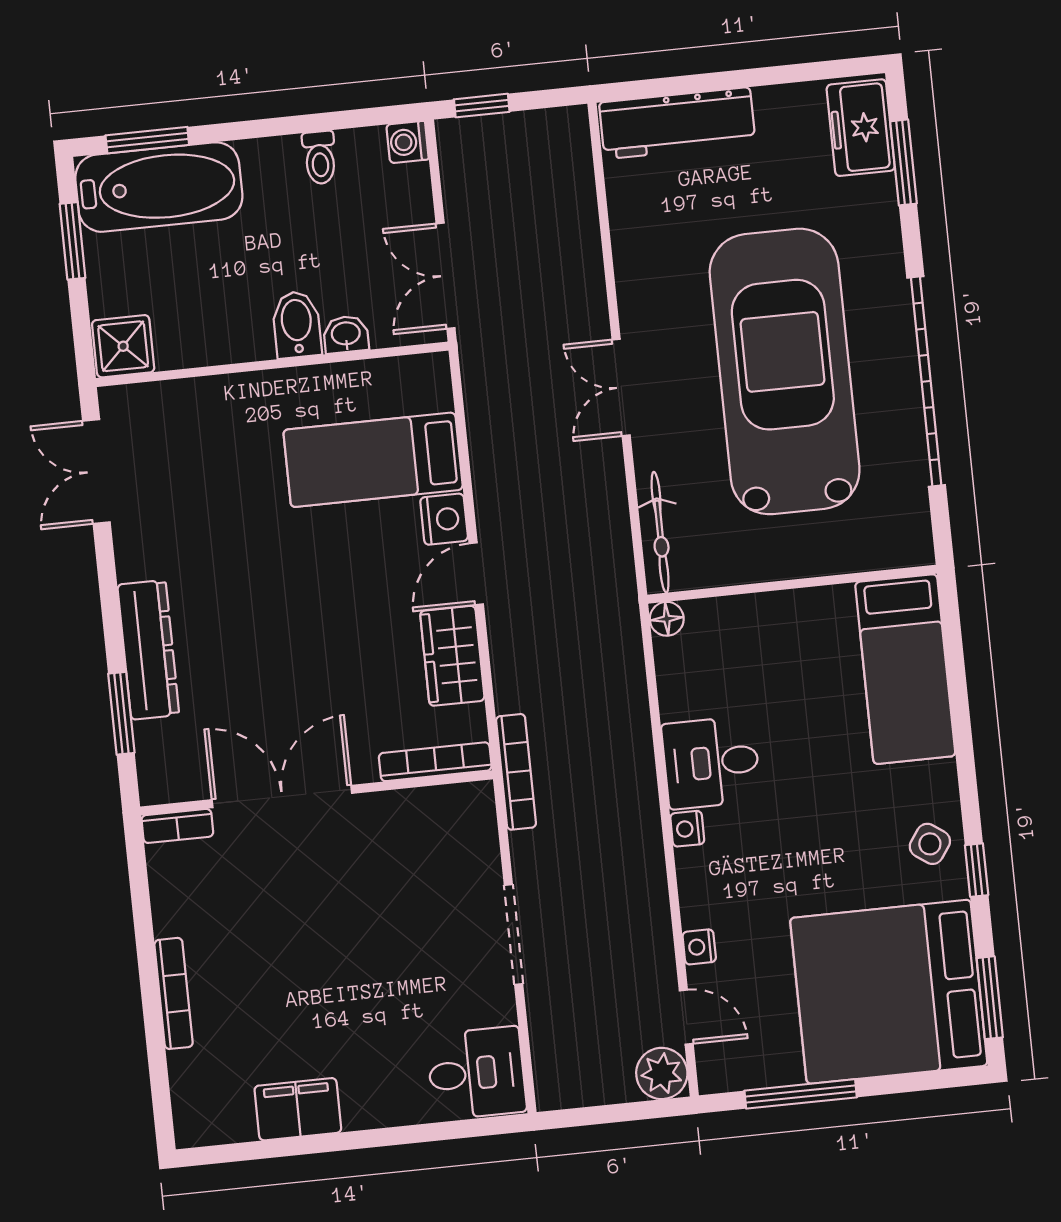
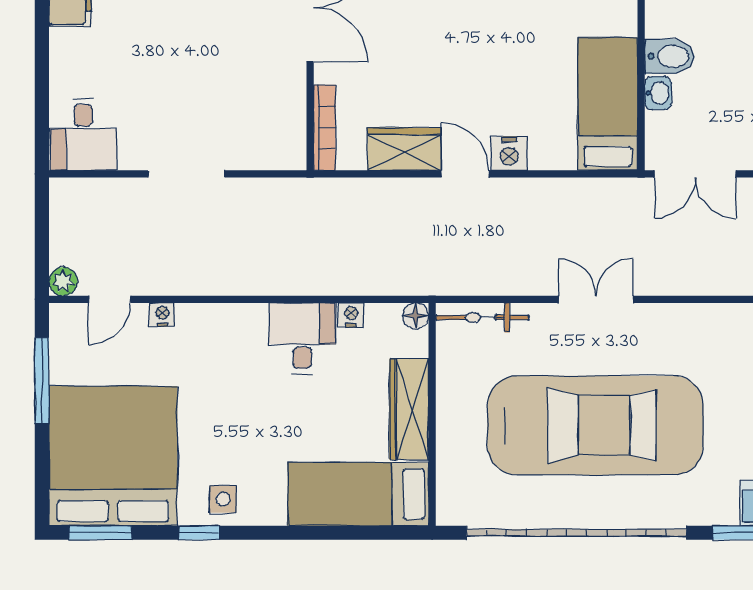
double door: (445, 276) -> (695, 174), swing flipped
garage door: (926, 381) -> (576, 533), width x1.36
bed: (373, 460) -> (608, 104), moved
wardrobe: (789, 615) -> (409, 409), added
bookcase: (516, 772) -> (311, 189), removed
nightstand: (687, 829) -> (351, 315), moved
side table: (930, 844) -> (223, 499), turned -35
plant: (662, 1073) -> (63, 282), width x0.73, depth x0.73

